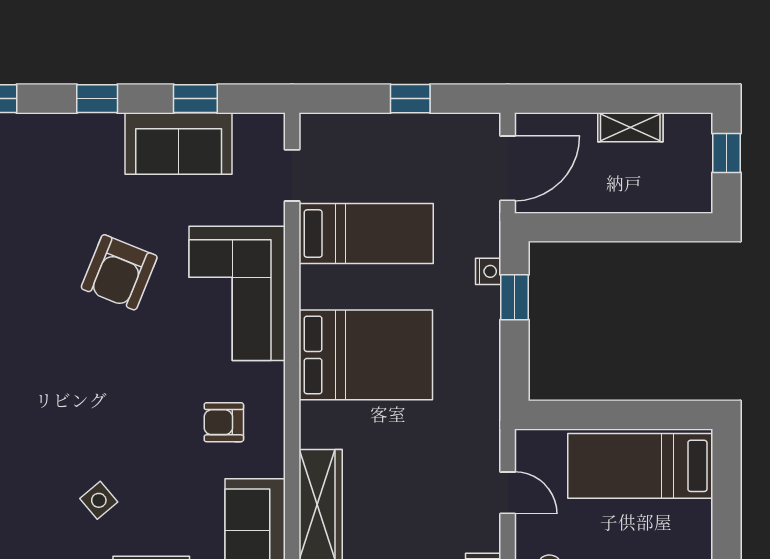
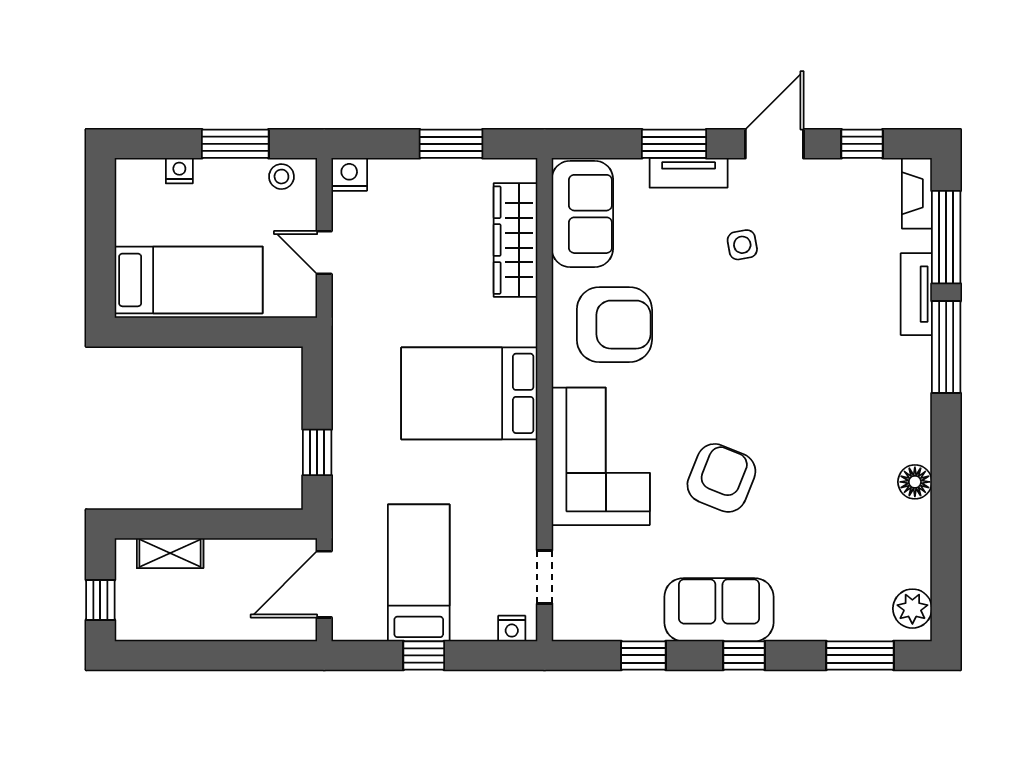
shelving: (630, 127) -> (170, 553), moved
sofa: (179, 143) -> (719, 610), moved
bed: (366, 234) -> (419, 573), moved, turned 90
nightstand: (488, 271) -> (512, 629), moved, turned -90
armchair: (224, 422) -> (614, 325), width x1.88, depth x1.88
side table: (99, 500) -> (742, 245), turned 30

